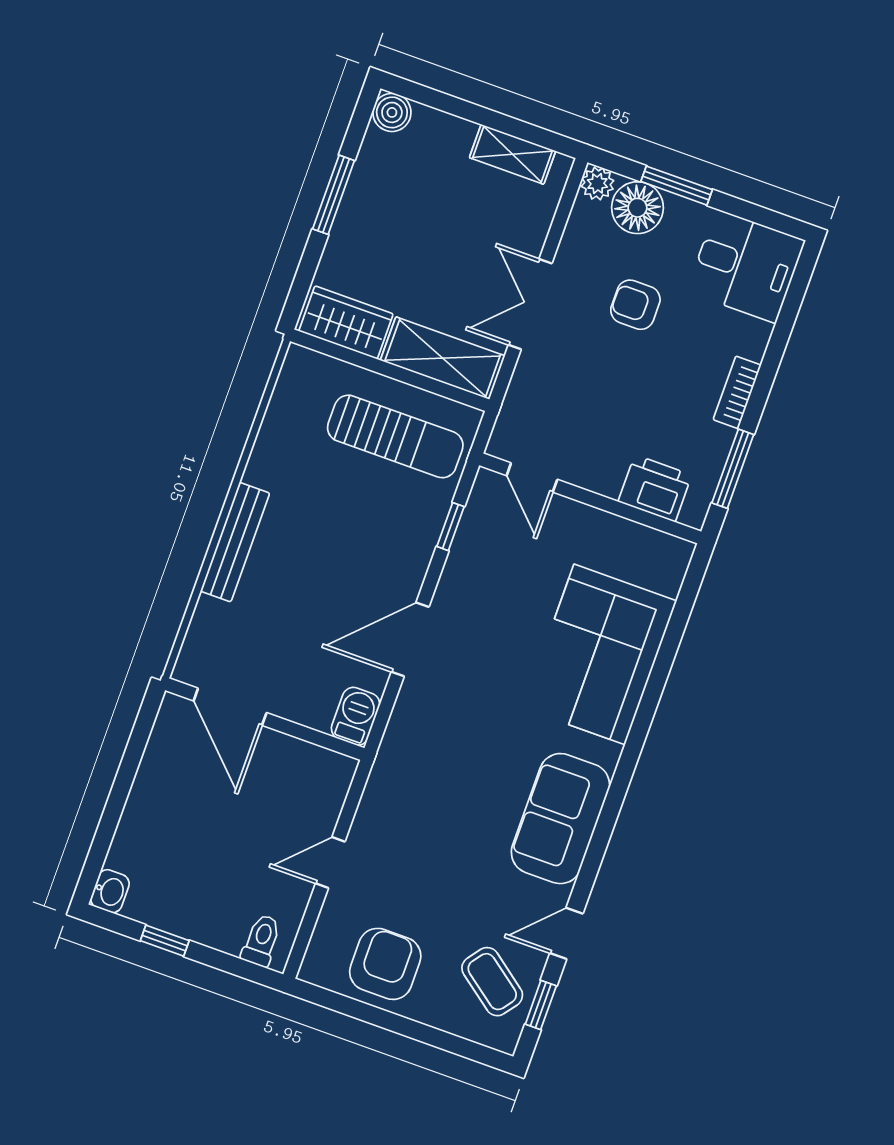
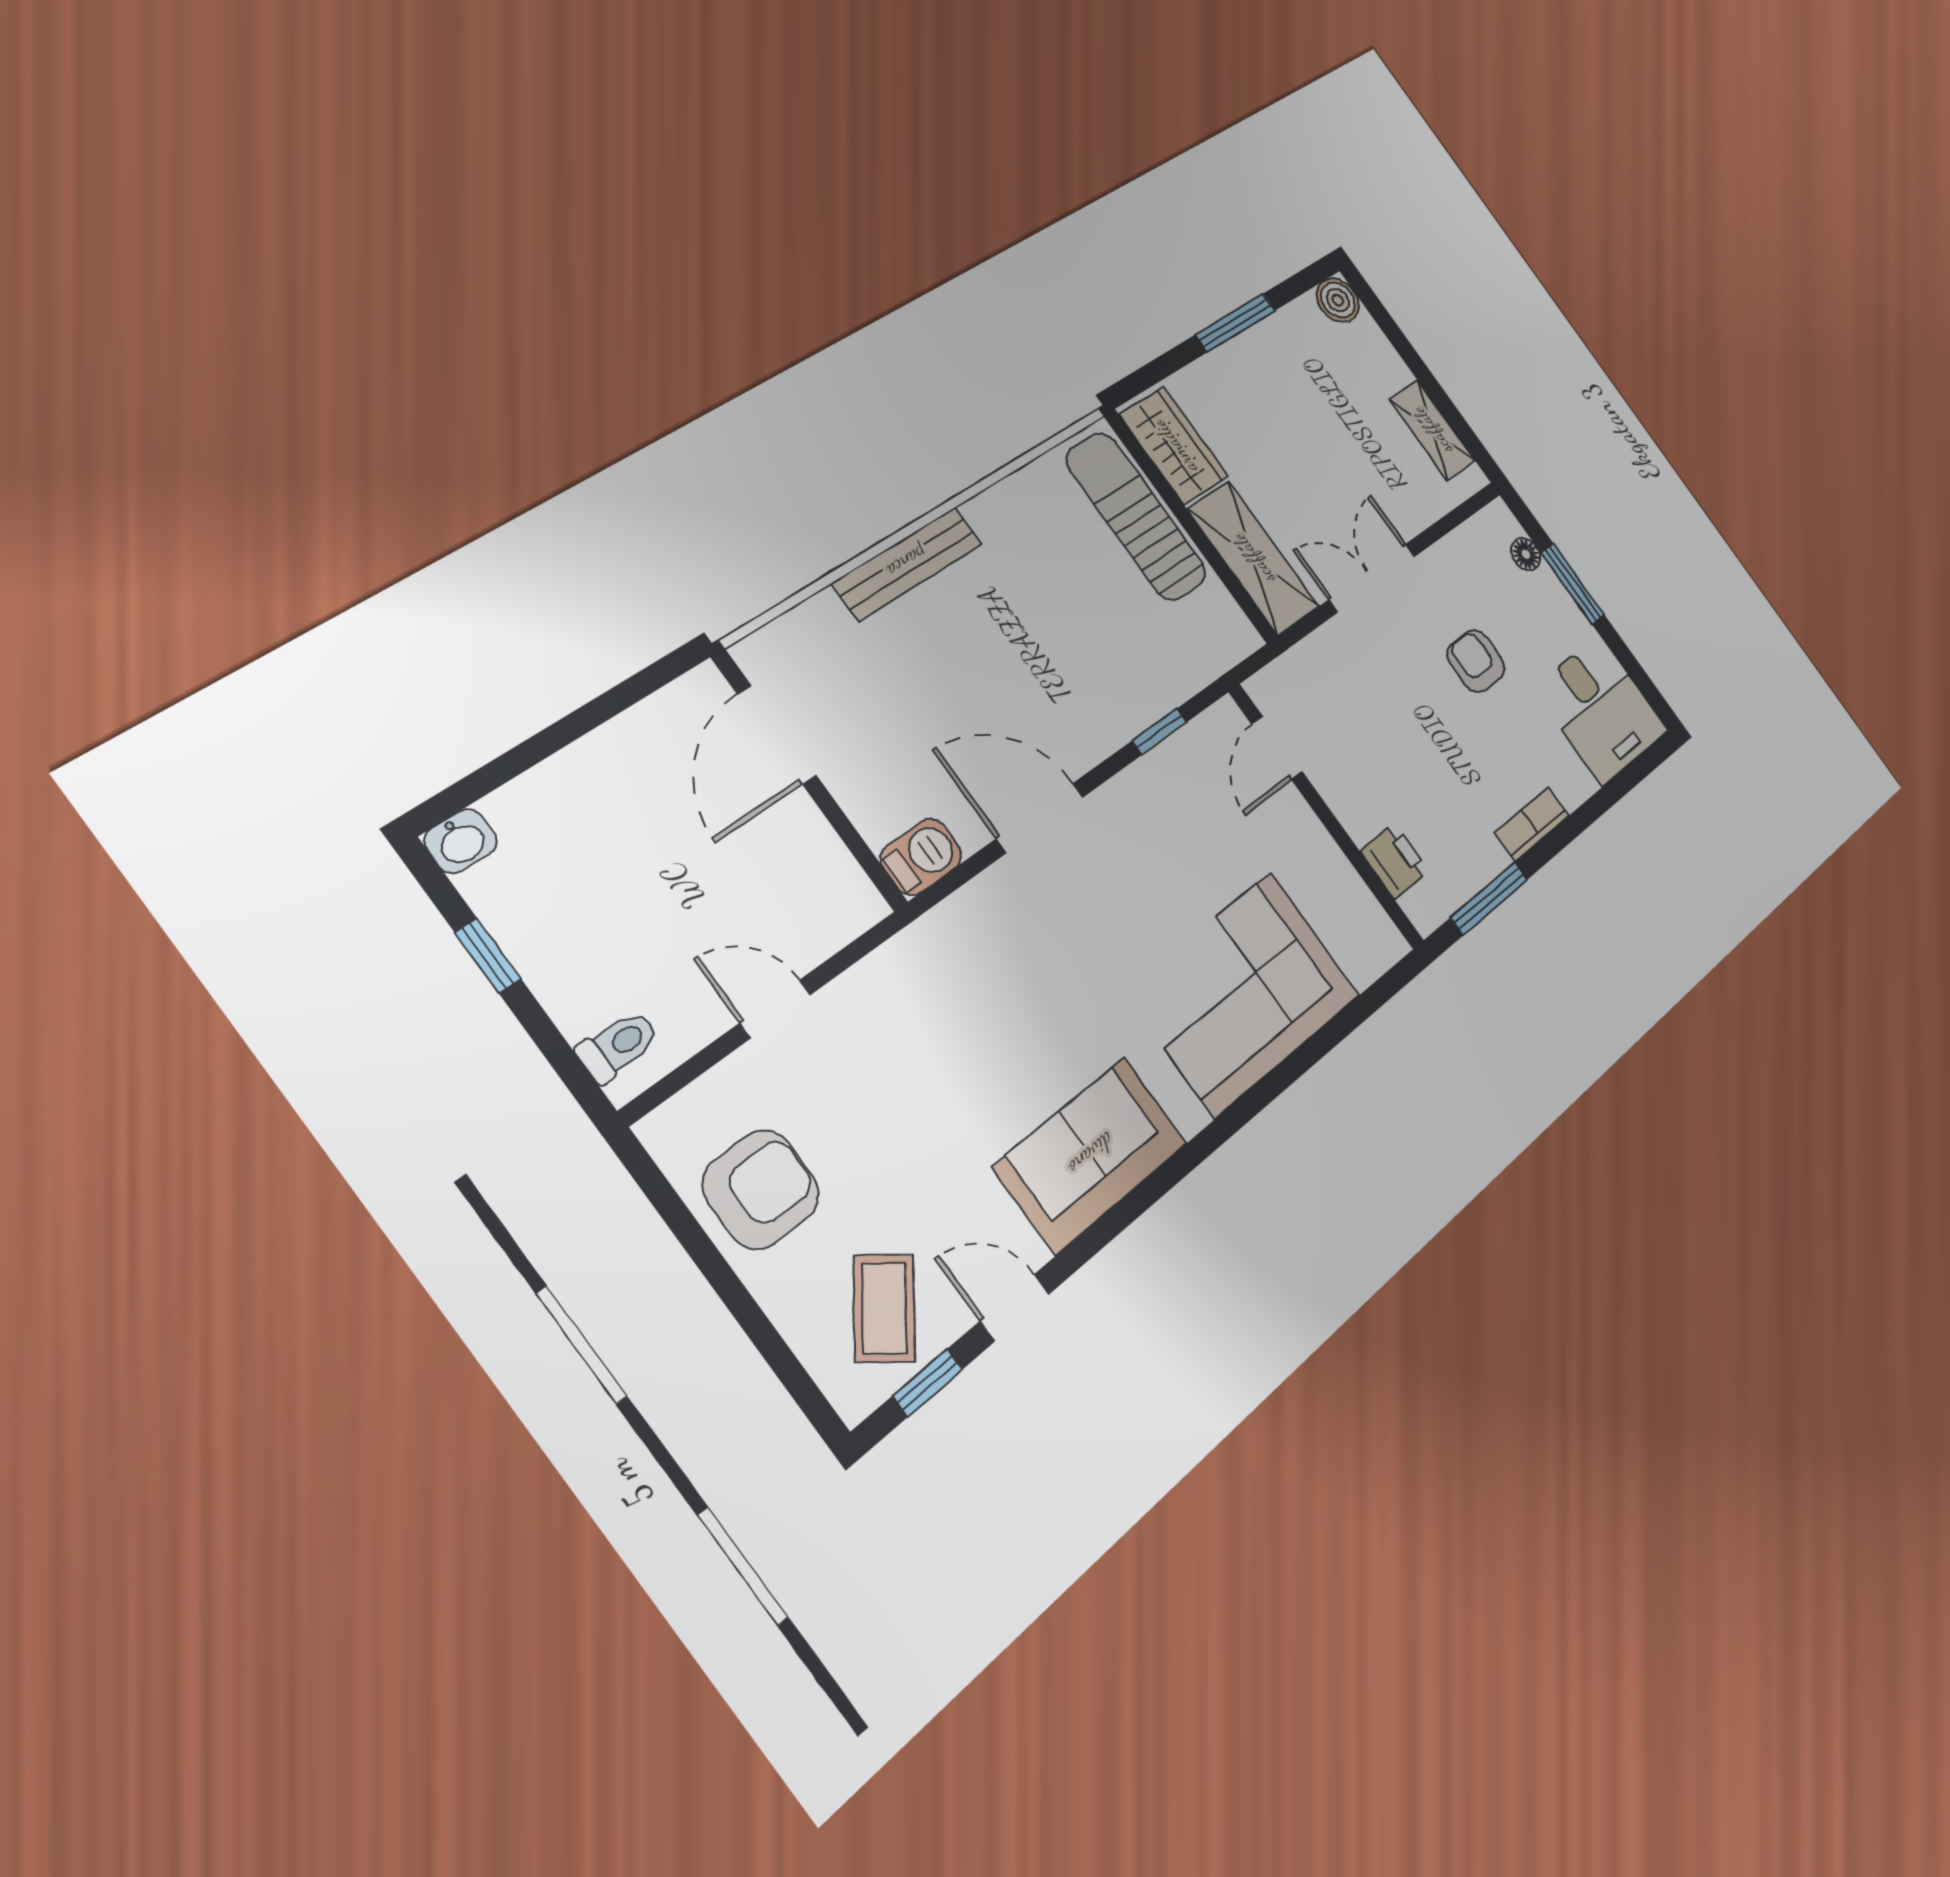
plant: (597, 184) -> (1499, 521), removed
floor lamp: (637, 208) -> (1526, 554), width x0.53, depth x0.53
sun lounger: (395, 436) -> (1136, 516), moved, turned 180
printer: (655, 488) -> (1395, 861), width x0.73, depth x0.81

